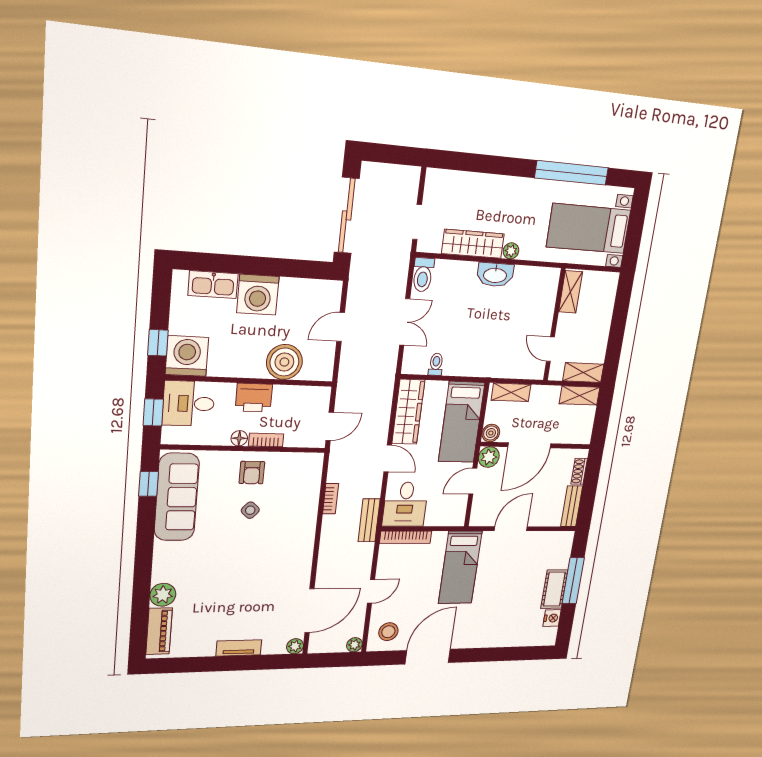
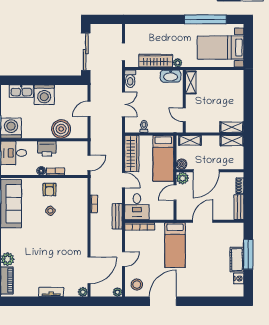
shelving: (571, 292) -> (191, 82), moved
wall: (554, 325) -> (184, 101), moved
door: (550, 349) -> (184, 115), moved

